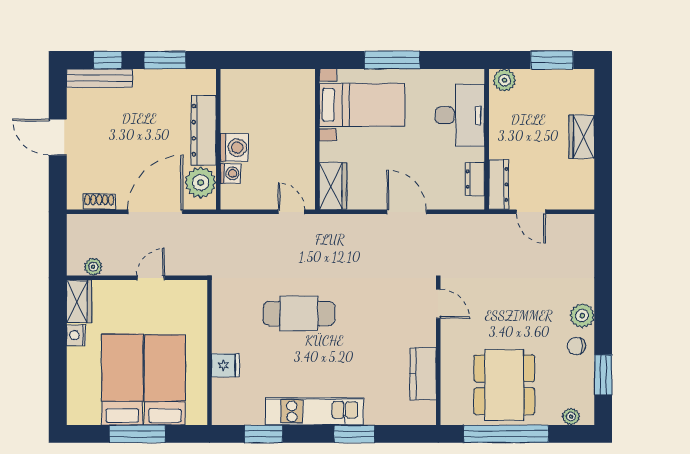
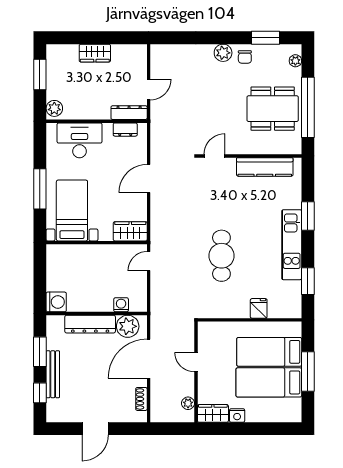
bench: (99, 78) -> (53, 374), moved
washing machine: (234, 148) -> (56, 302), moved, turned 90
door: (155, 212) -> (149, 359), hinge flipped
kitchen counter: (423, 374) -> (265, 167), width x1.50

